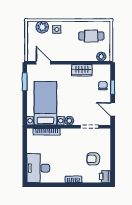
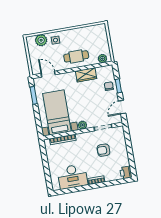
cafe table: (91, 36) -> (76, 56), moved
door: (113, 109) -> (122, 107), hinge flipped
armchair: (93, 159) -> (103, 150), moved
desk: (38, 168) -> (73, 177), moved, turned -90

